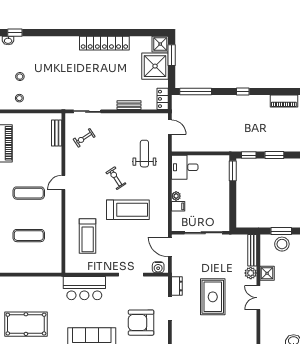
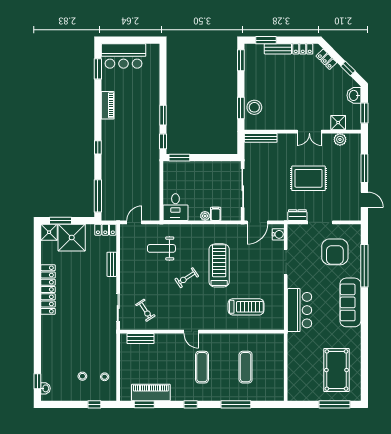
plant: (251, 273) -> (340, 139), moved
shower: (267, 273) -> (338, 123), moved

